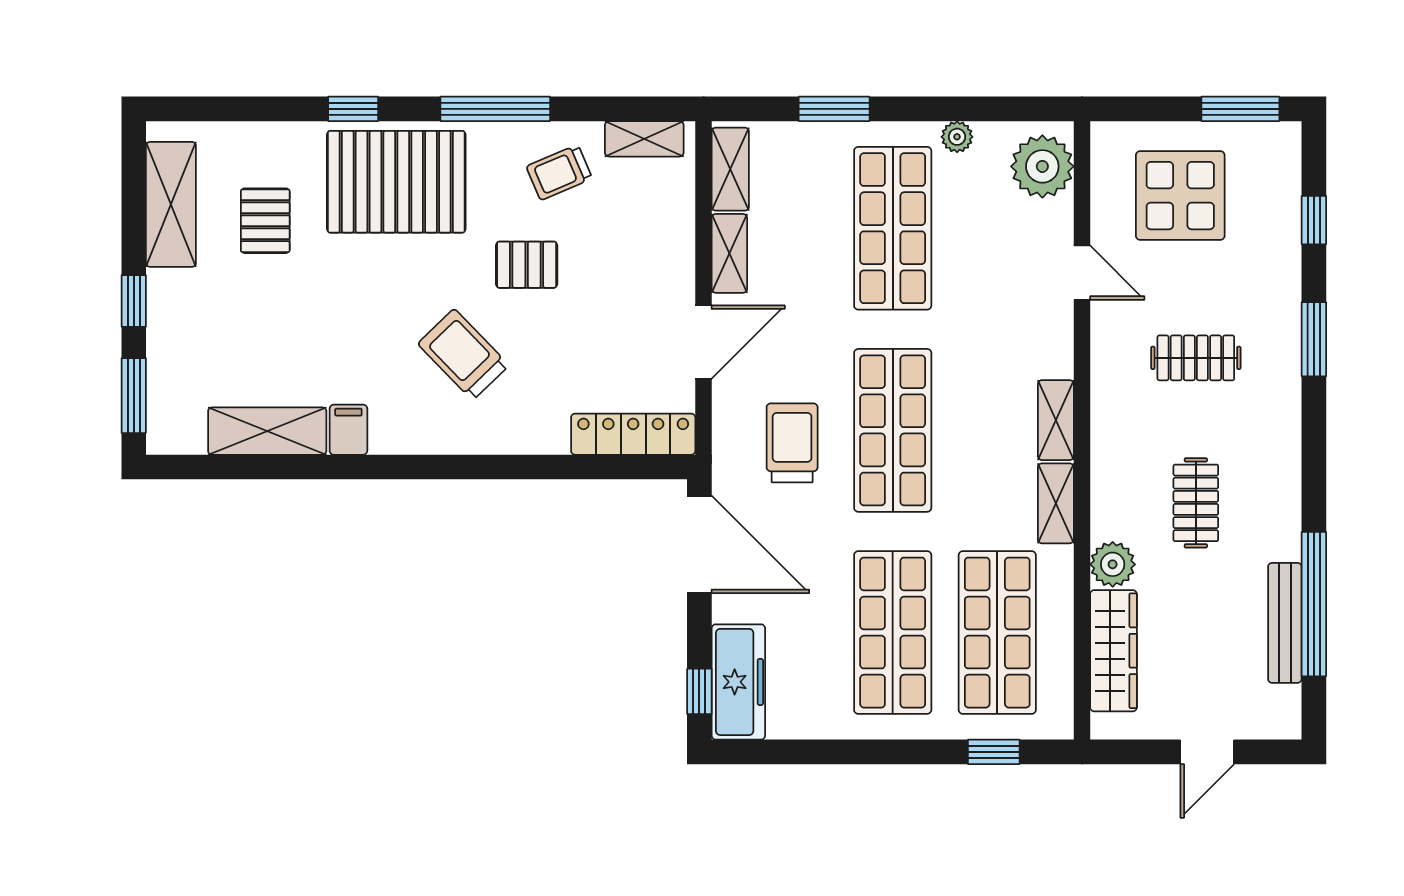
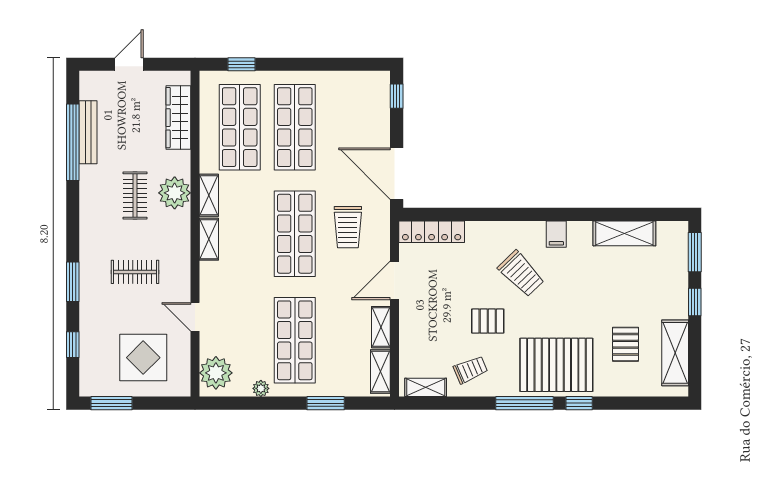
window: (495, 109) -> (524, 403), moved
filing cabinet: (348, 430) -> (556, 234), moved
plant: (1113, 564) -> (175, 193), moved, width x1.36, depth x1.36
freezer: (738, 682) -> (376, 101), removed

